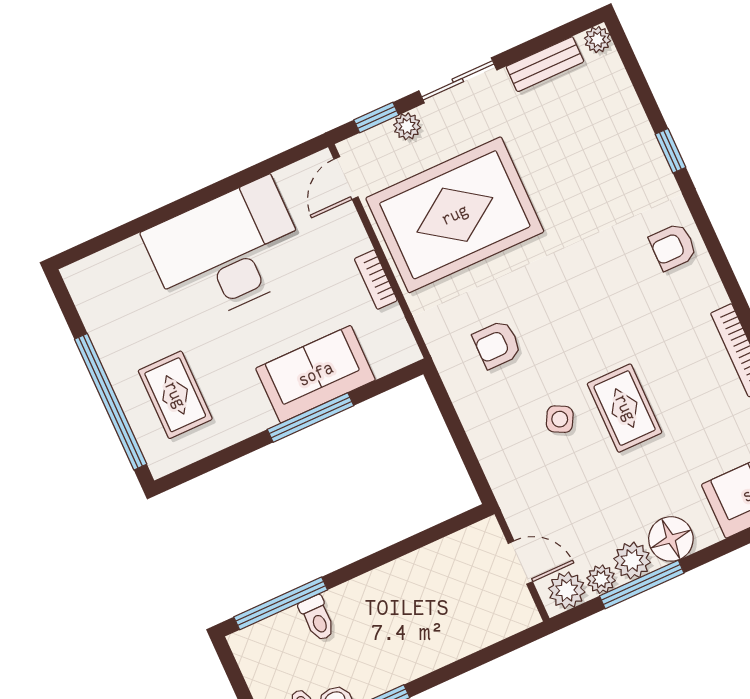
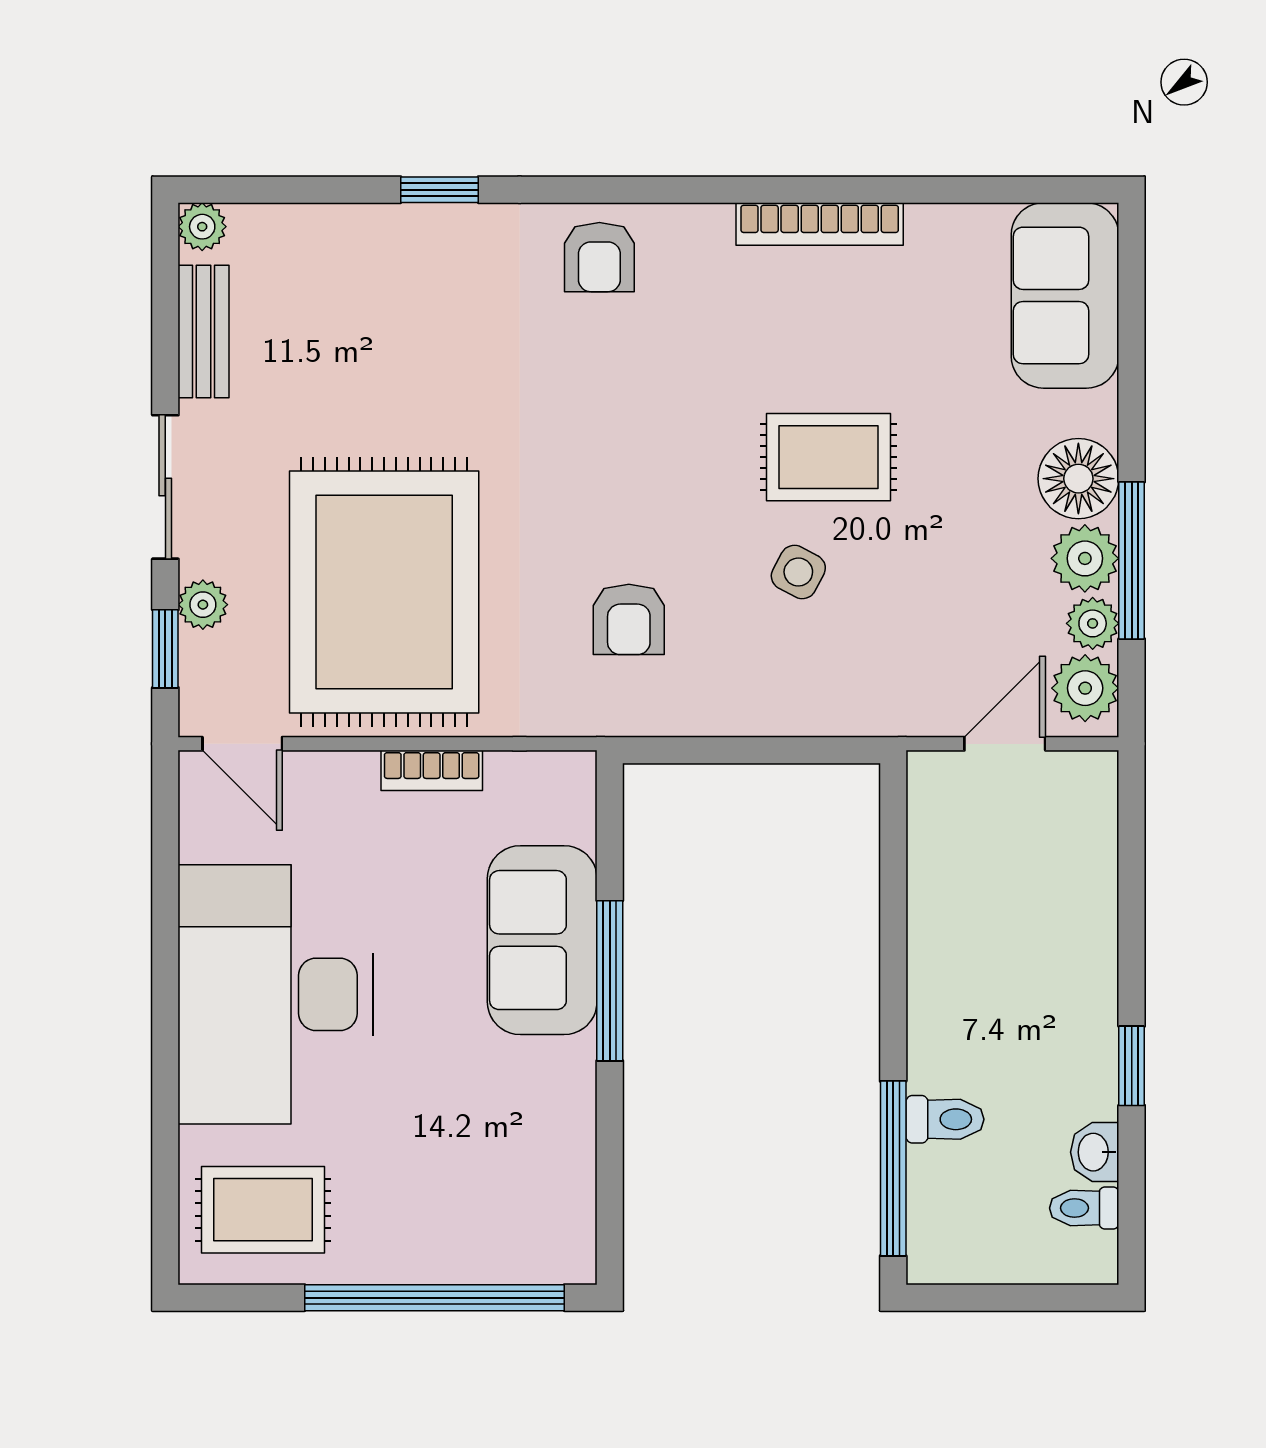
rug: (175, 395) -> (263, 1210), moved

